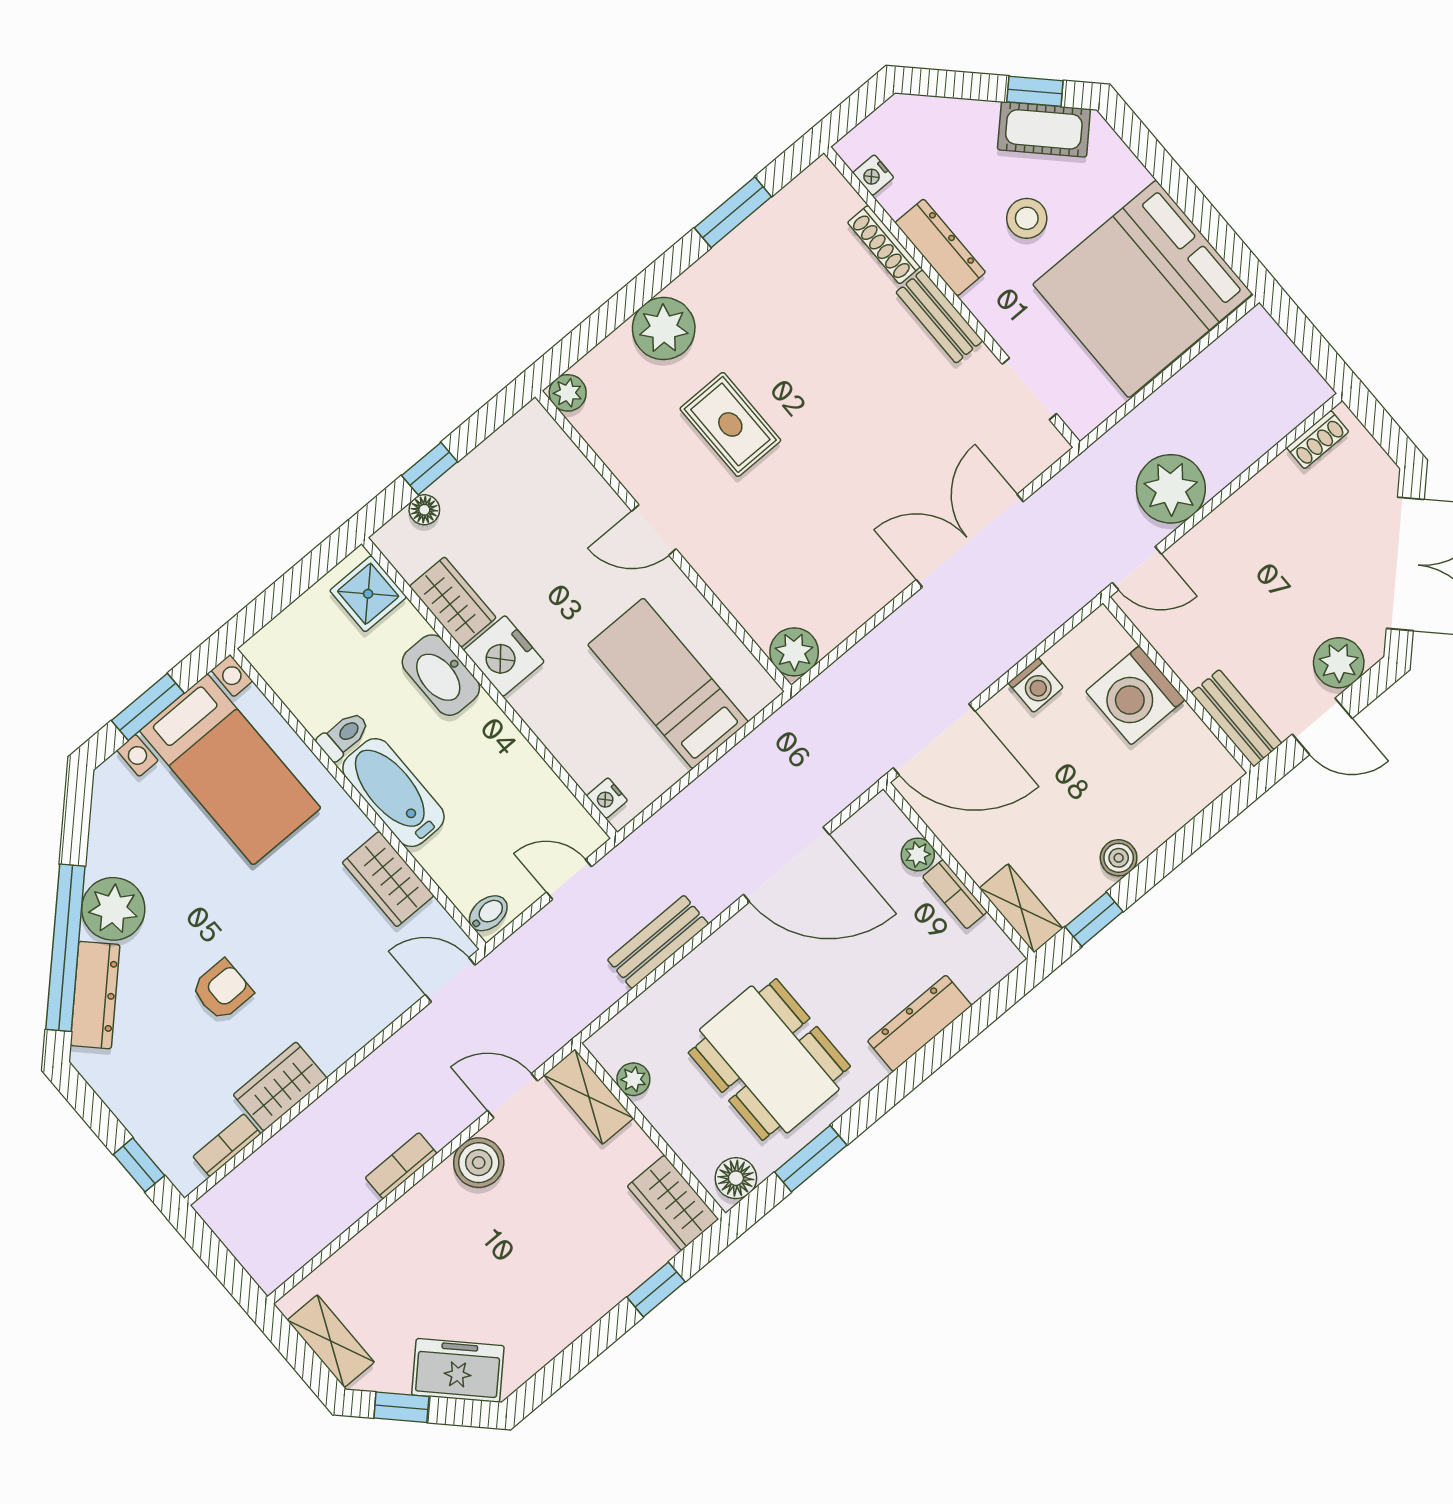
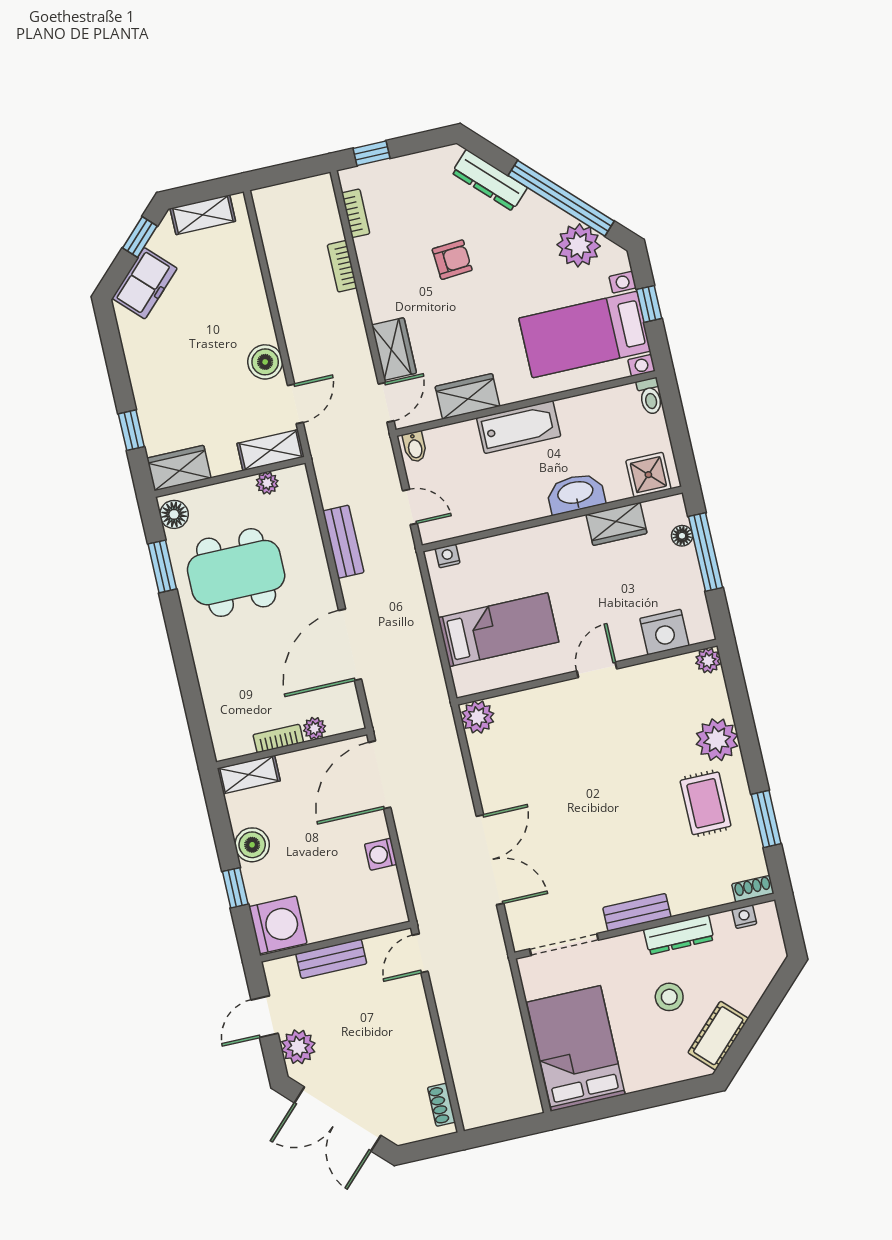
window: (1035, 91) -> (744, 1042), removed
shoe rack: (884, 245) -> (753, 889), moved, width x0.70
bed: (1142, 289) -> (576, 1048), width x0.73
doorway: (1029, 389) -> (564, 944), width x1.38
rug: (730, 424) -> (706, 803), moved, turned 90
window: (430, 469) -> (705, 552), width x2.17
plant: (1171, 489) -> (458, 999), removed
nightstand: (504, 656) -> (664, 632), moved, turned 180
washing machine: (1135, 695) -> (278, 925), moved, turned 90
window: (148, 707) -> (649, 304), width x0.67
bench: (1237, 718) -> (331, 959), moved
toilet: (343, 736) -> (650, 396), moved
boiler: (1119, 858) -> (252, 845), width x1.36, depth x1.36
door: (569, 879) -> (410, 507), hinge flipped
plant: (113, 909) -> (579, 245), moved
window: (1094, 919) -> (235, 888), moved
window: (65, 948) -> (561, 198), moved
armchair: (222, 990) -> (452, 260), turned -94
dresser: (920, 1023) -> (211, 676), removed
wardrobe: (280, 1086) -> (394, 349), moved
bookcase: (401, 1166) -> (342, 266), moved, turned 180

